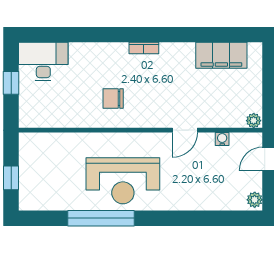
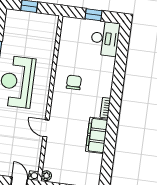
filing cabinet: (221, 55) -> (97, 135), moved
water cooler: (222, 139) -> (34, 176), moved

